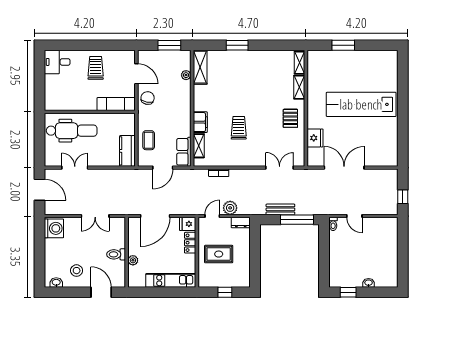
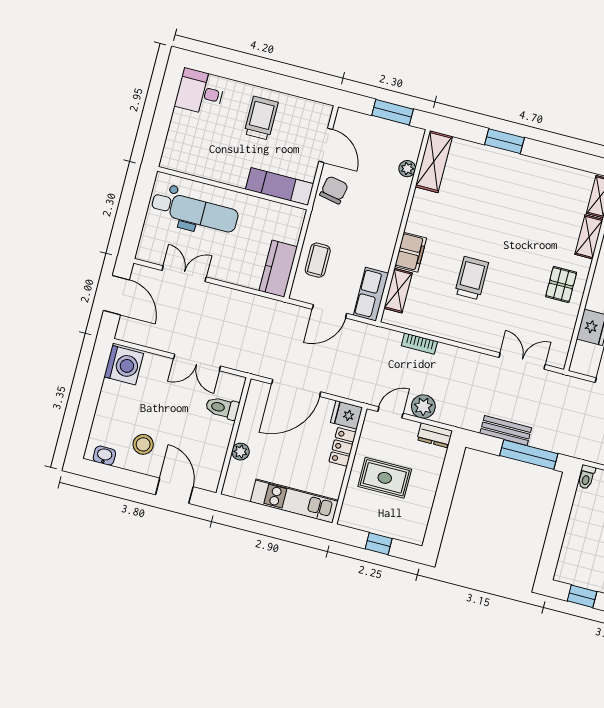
toilet: (116, 254) -> (222, 408), moved

